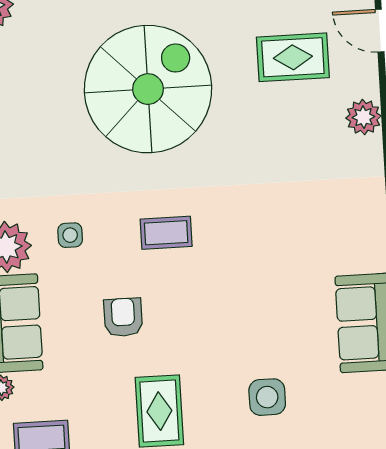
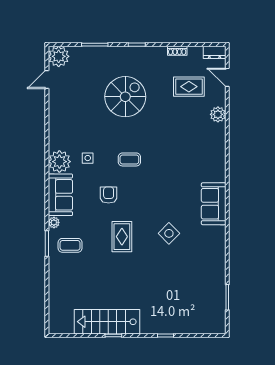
spiral stairs: (148, 89) -> (125, 97), width x0.73, depth x0.73
side table: (267, 397) -> (169, 233), turned 45

